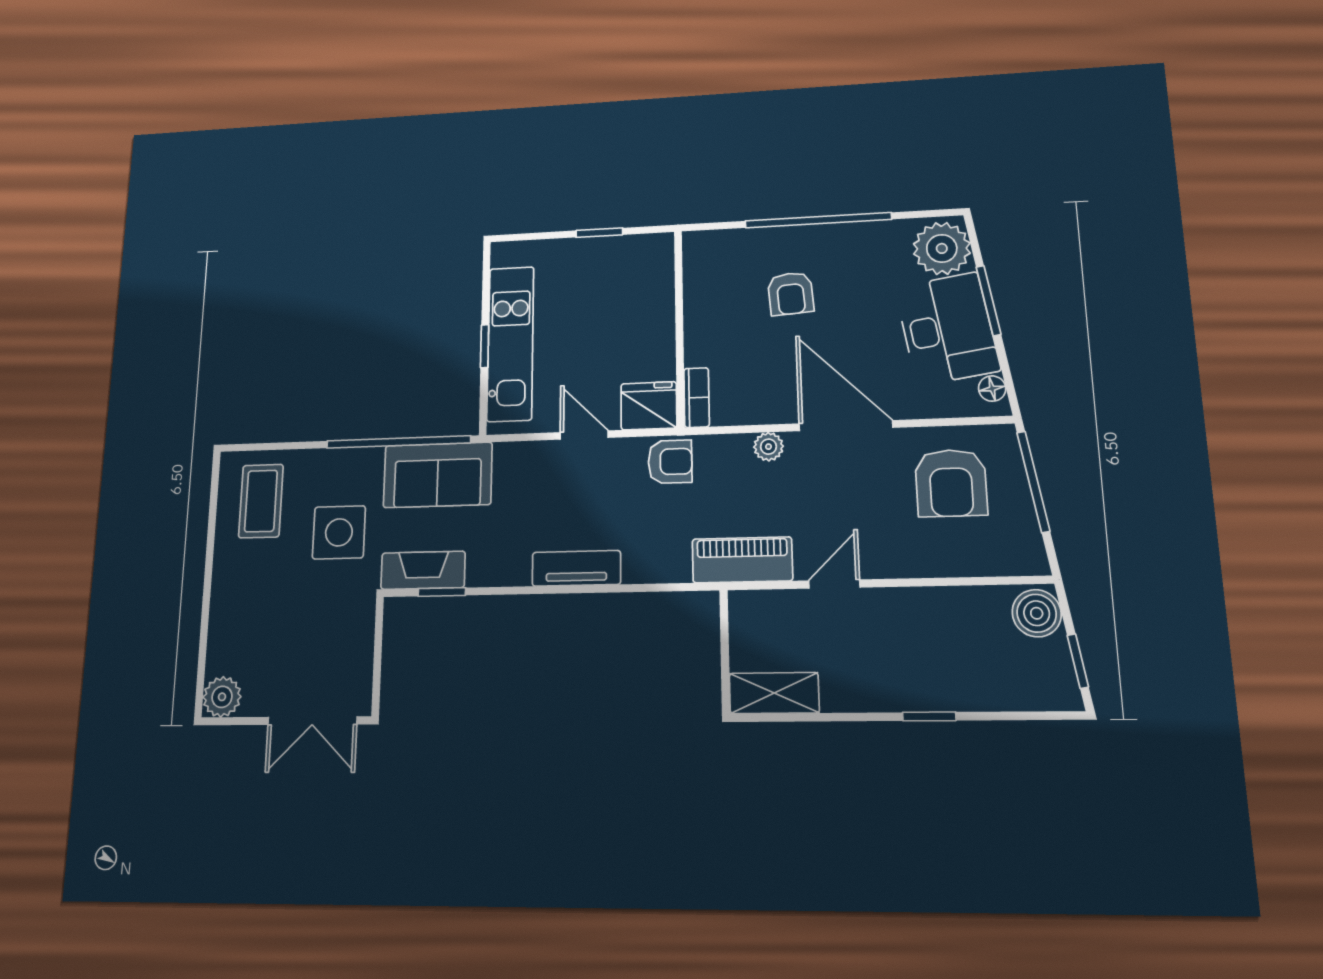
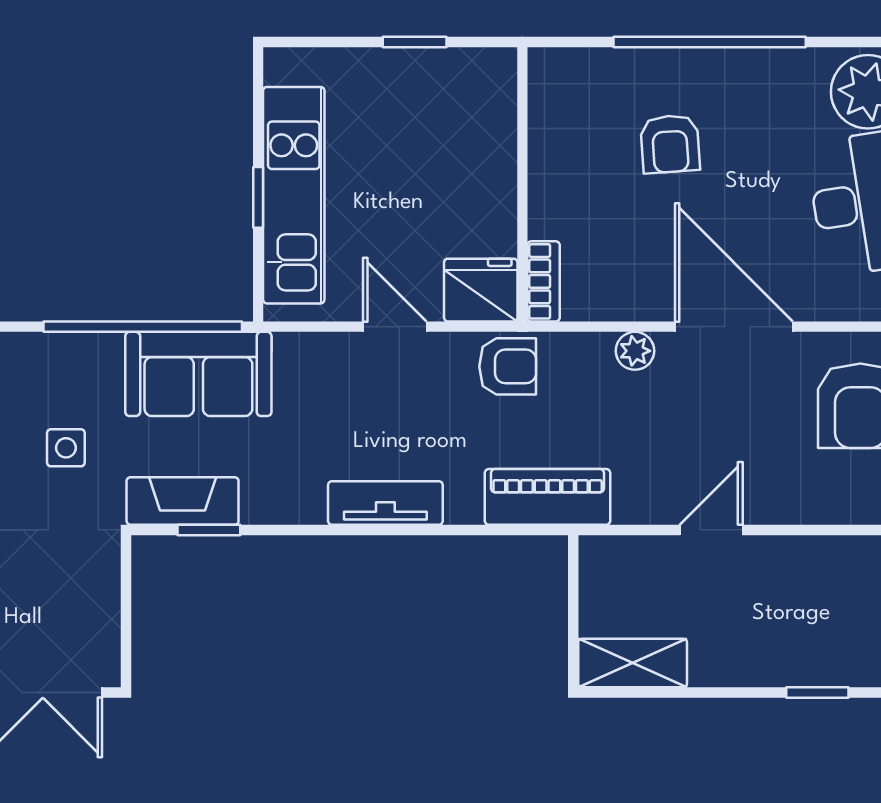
side table: (339, 532) -> (66, 448), width x0.54, depth x0.54
piano: (742, 560) -> (548, 497), moved

